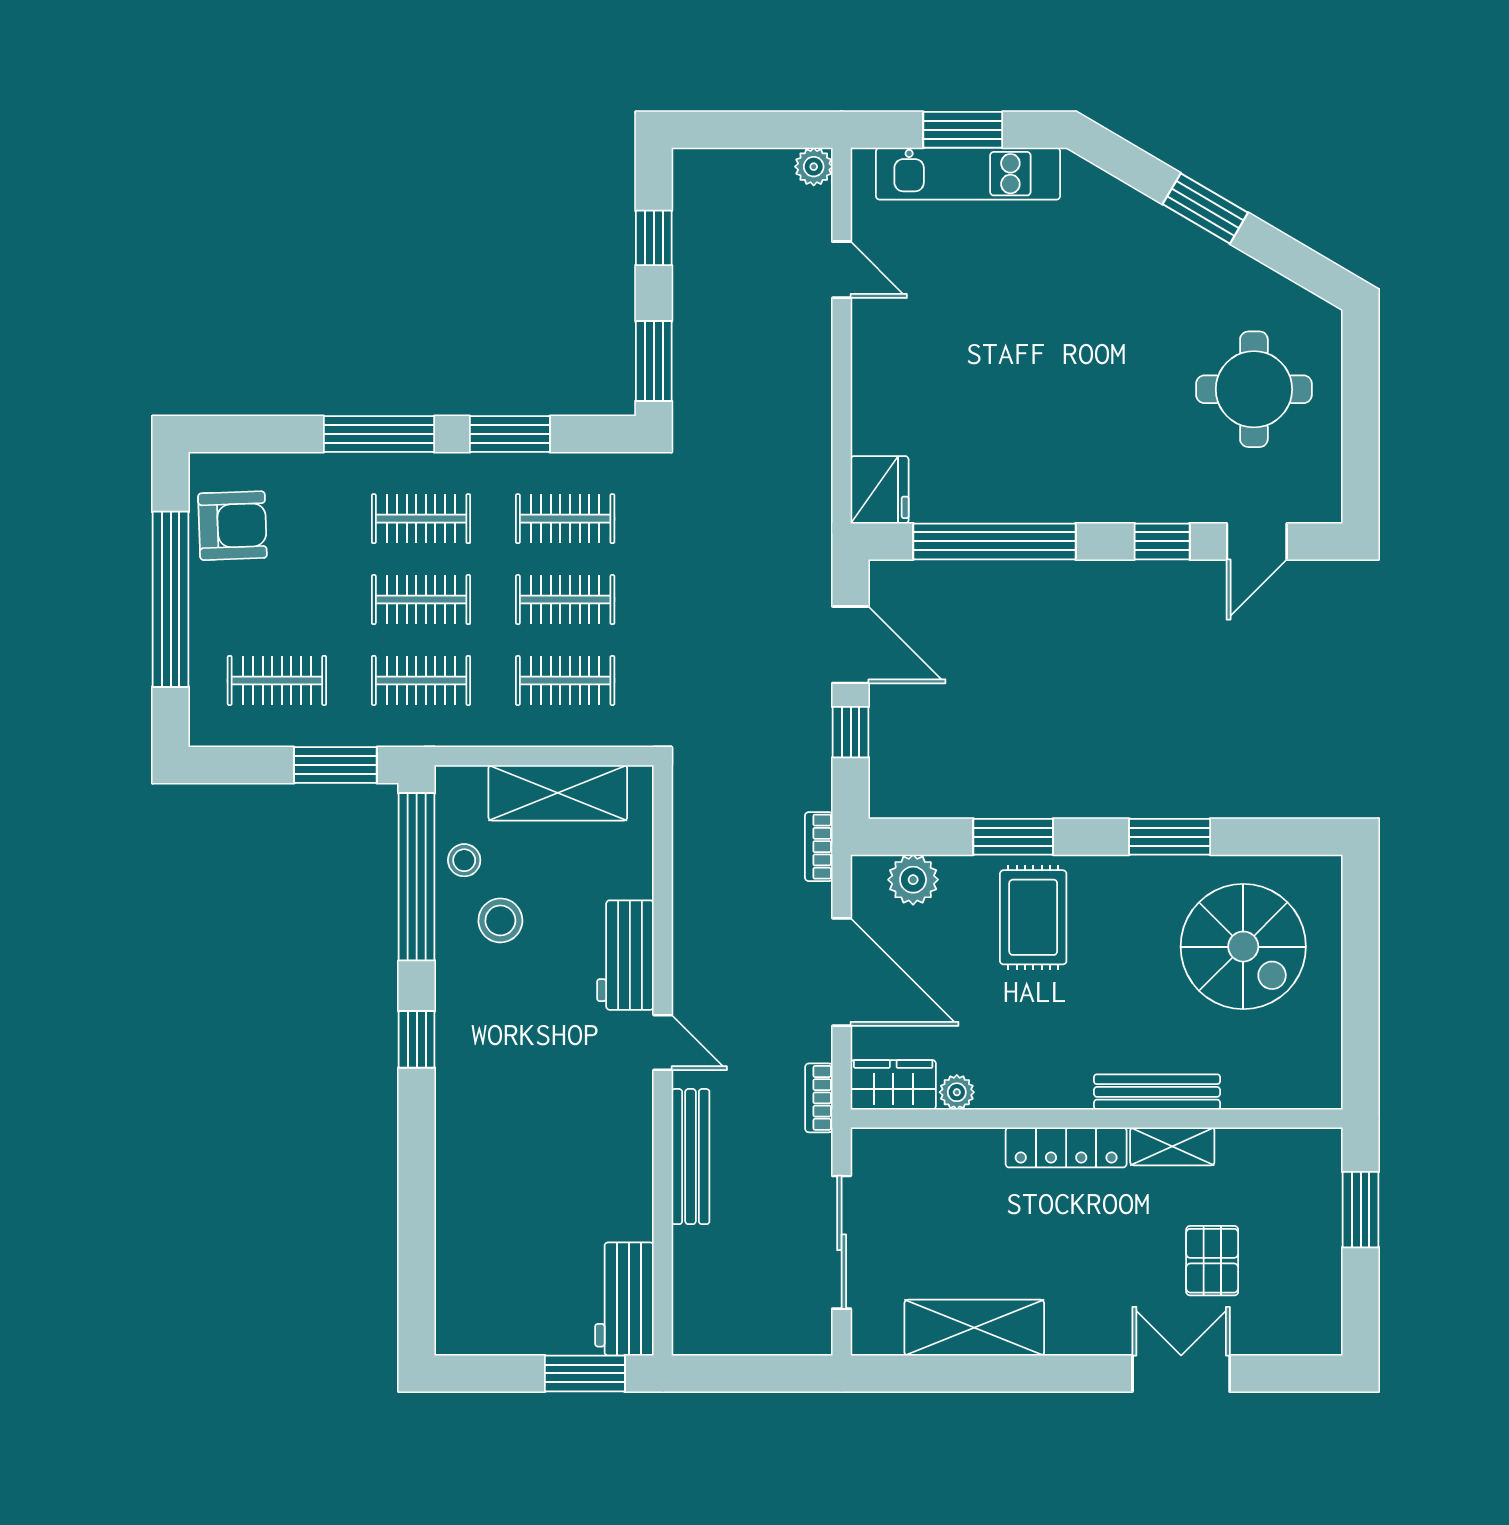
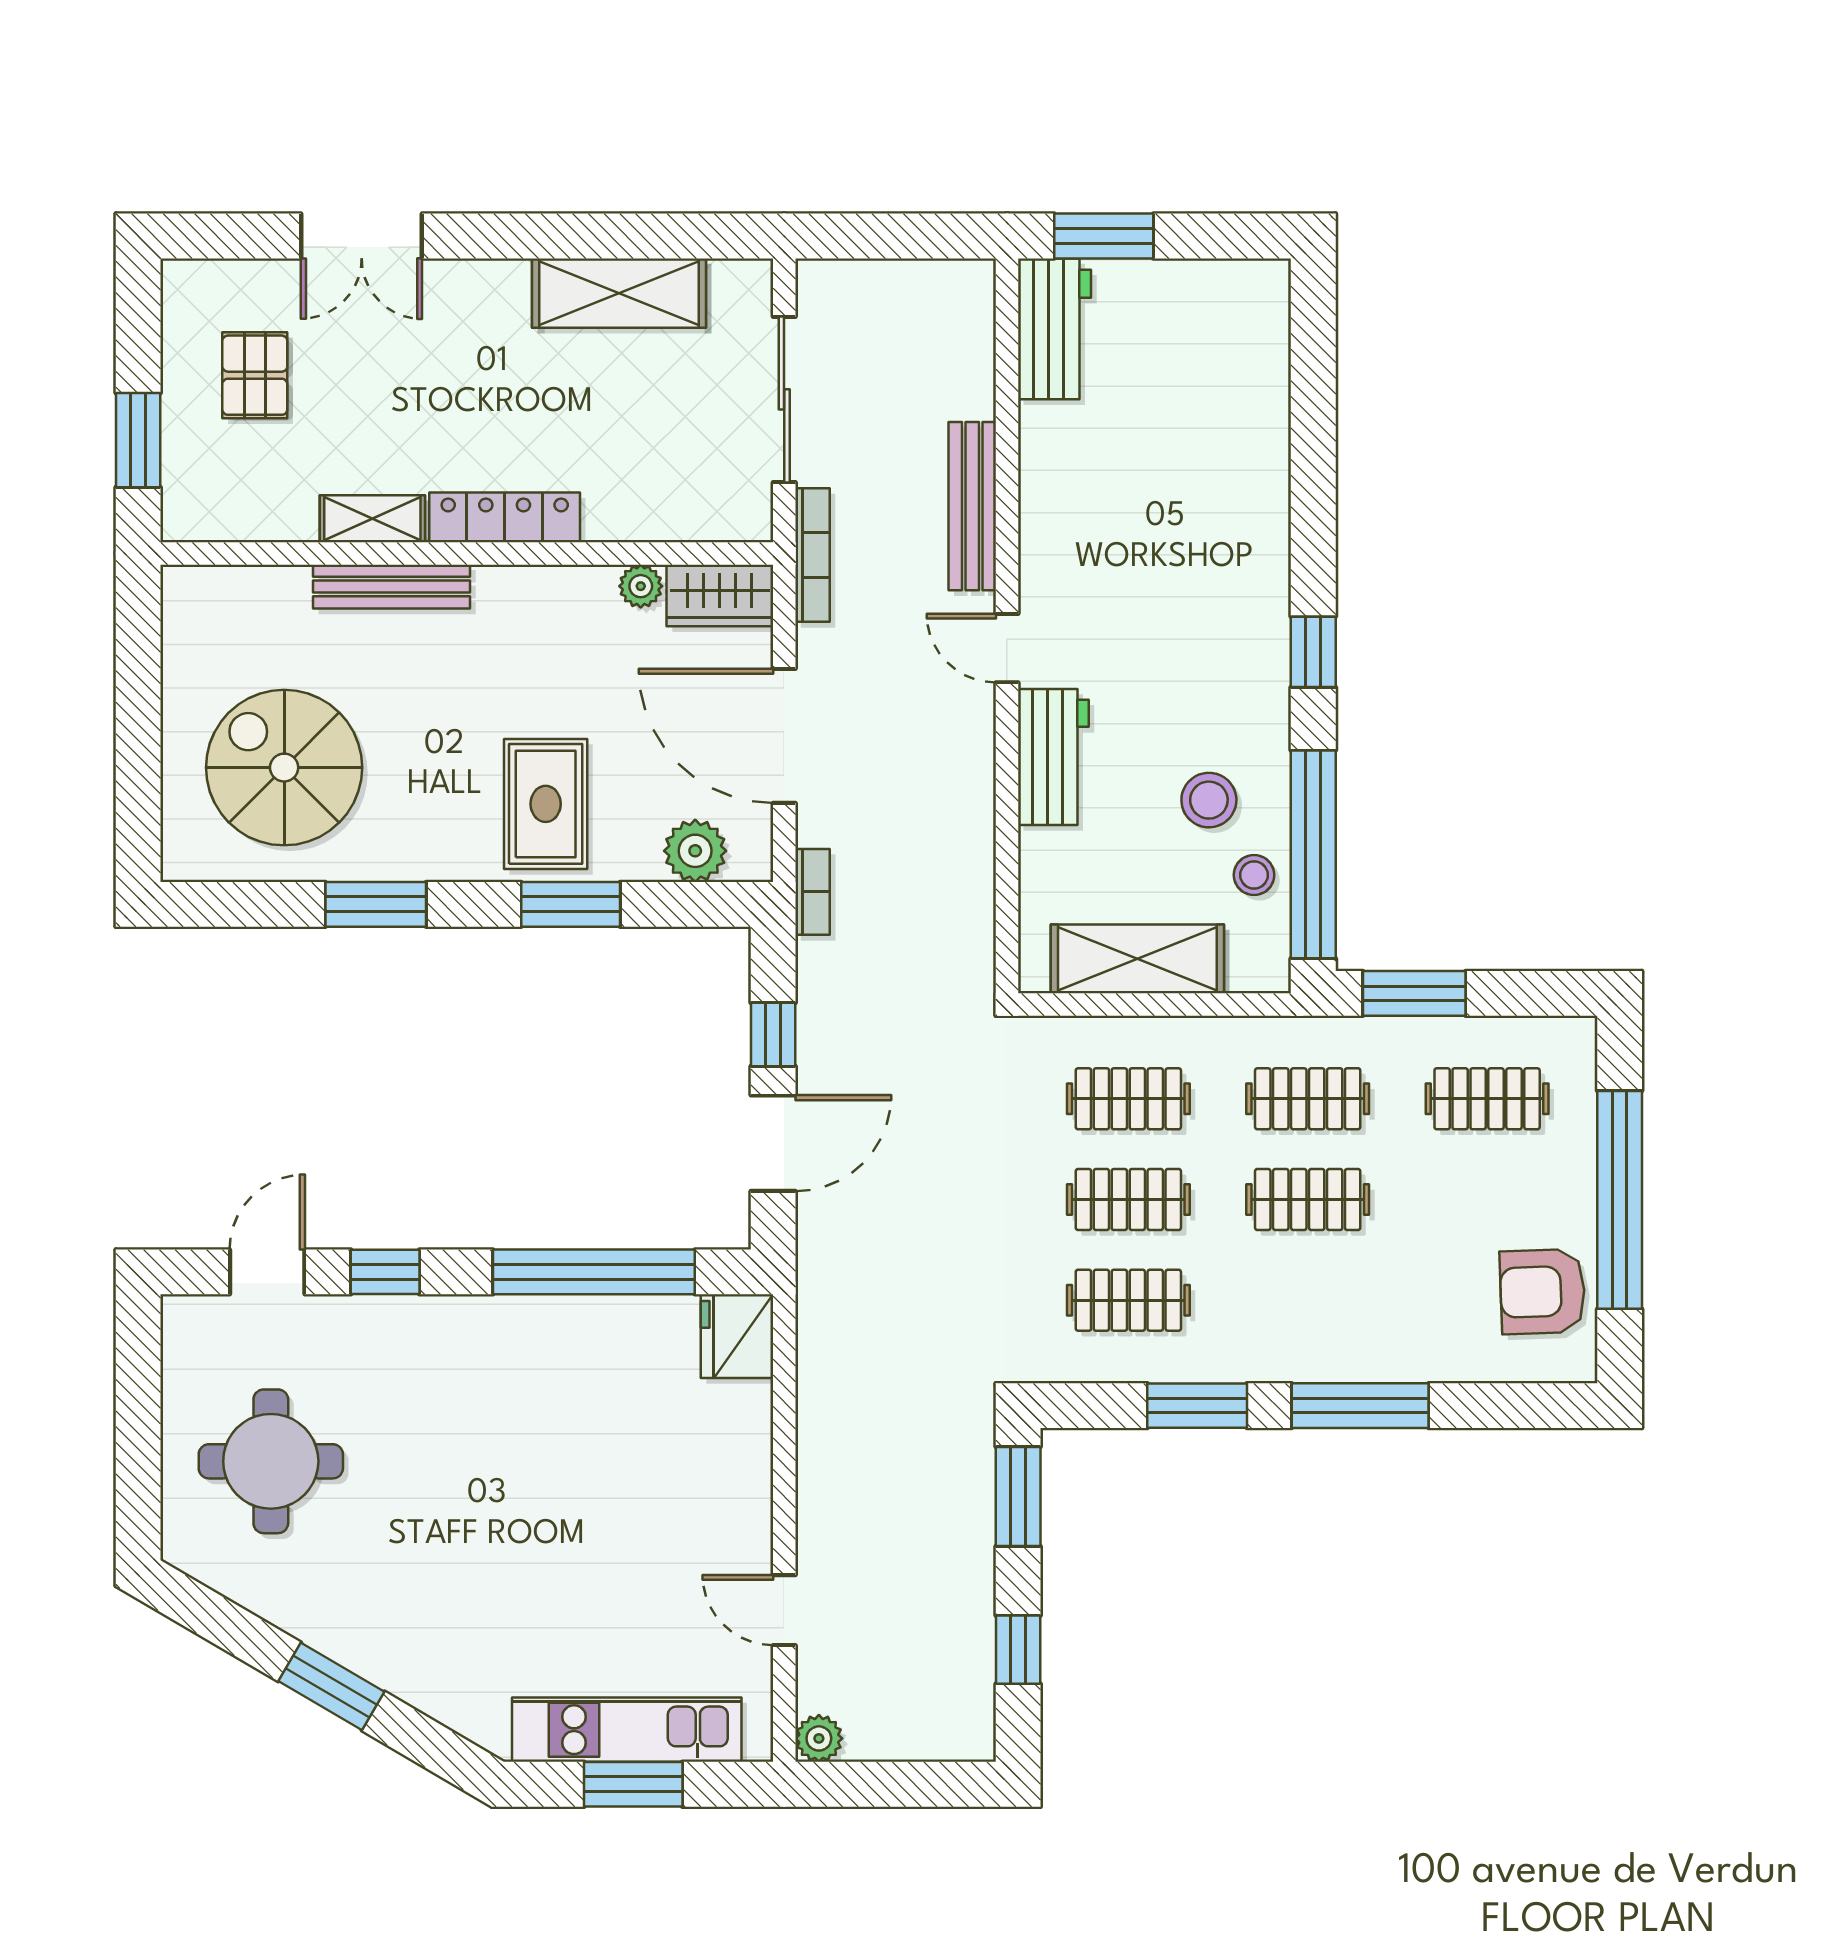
clothes rail: (421, 519) -> (1308, 1300), removed
door: (851, 645) -> (773, 1143), swing flipped
bookcase: (819, 1098) -> (812, 555), width x1.56
pallet: (1212, 1261) -> (255, 375), moved

